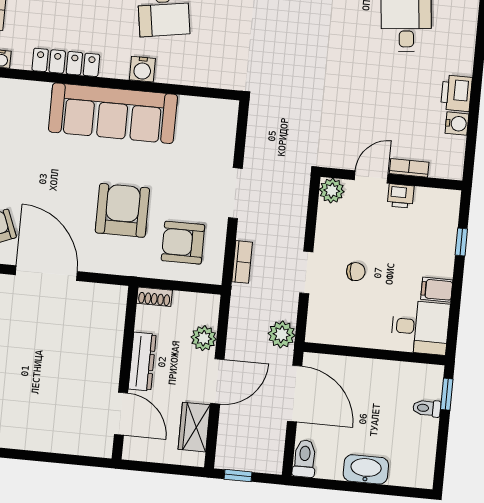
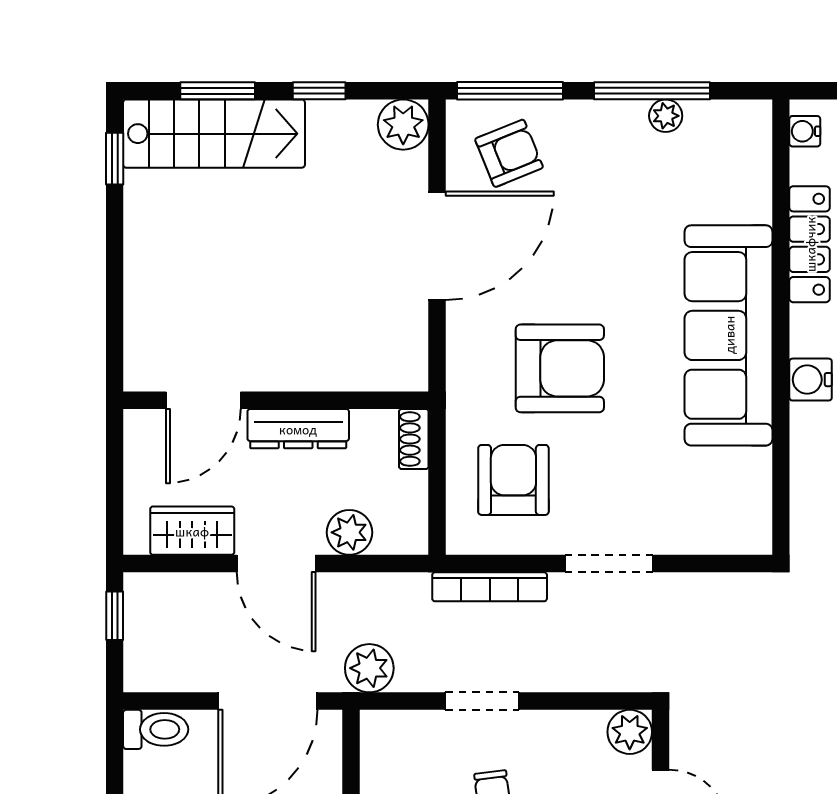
bookcase: (242, 262) -> (490, 587), width x1.56

